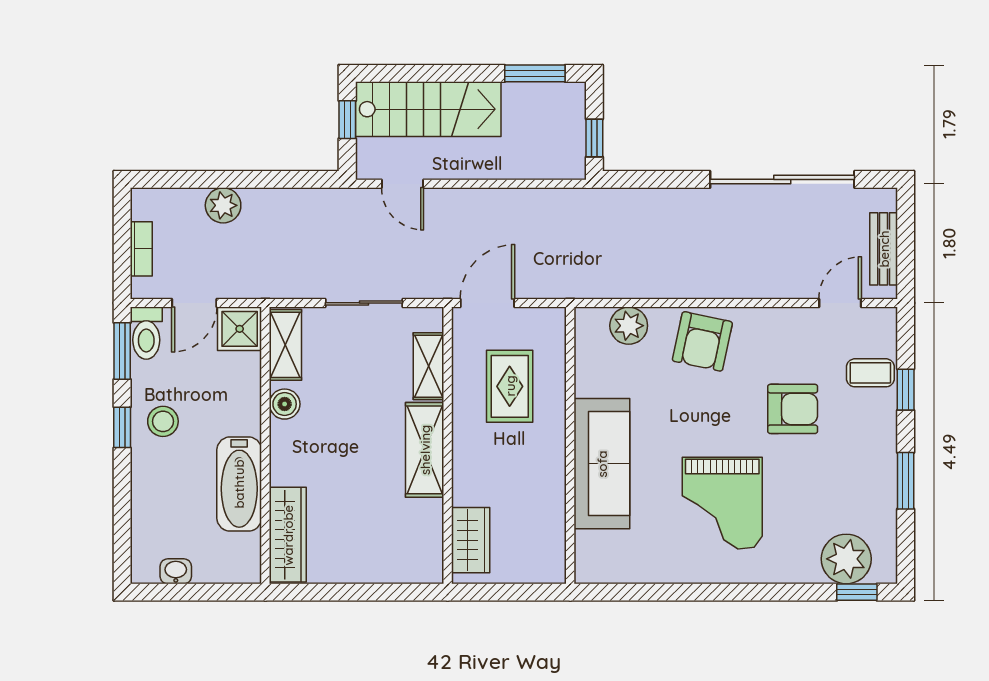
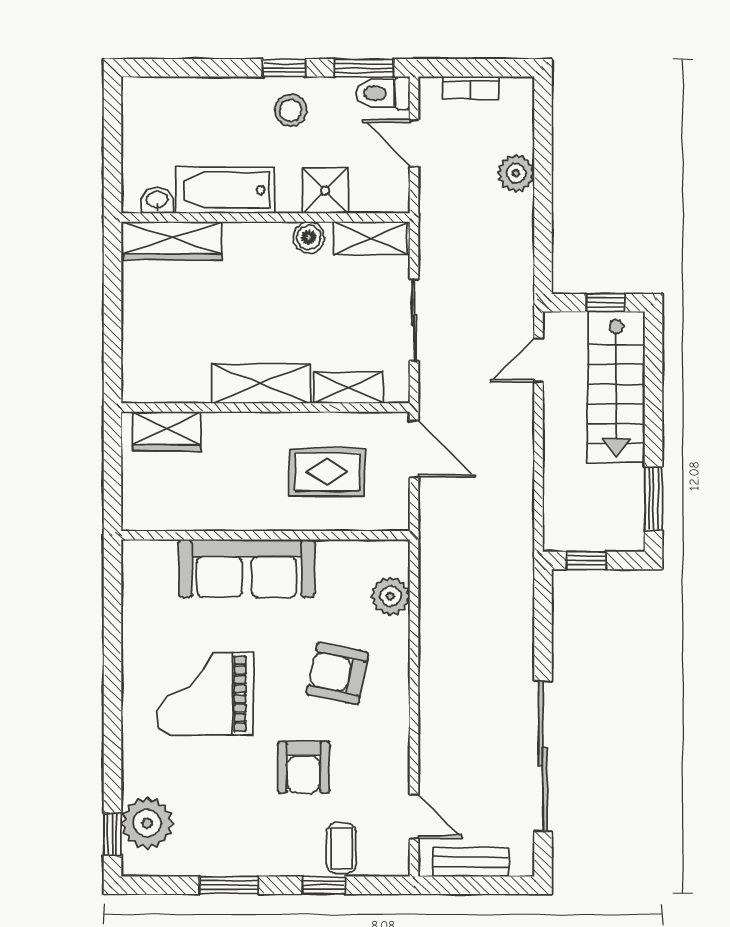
shower: (240, 329) -> (325, 190), moved
armchair: (702, 341) -> (338, 673), moved
washbasin: (176, 571) -> (157, 200), moved, turned -90

